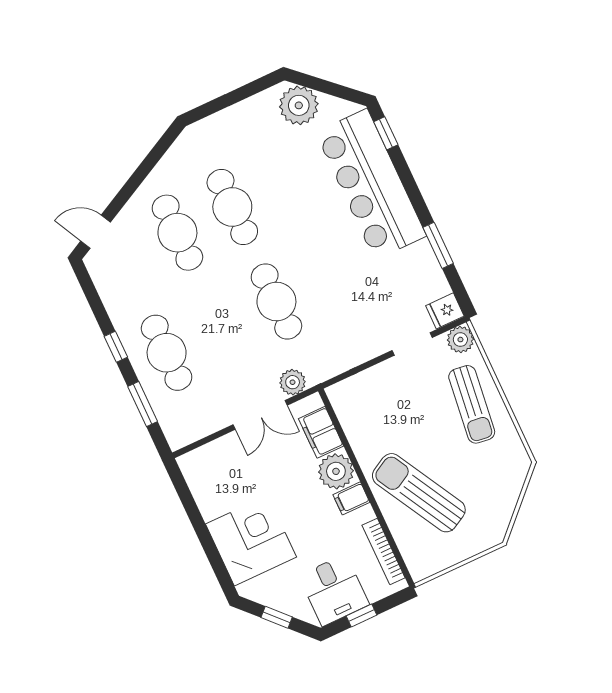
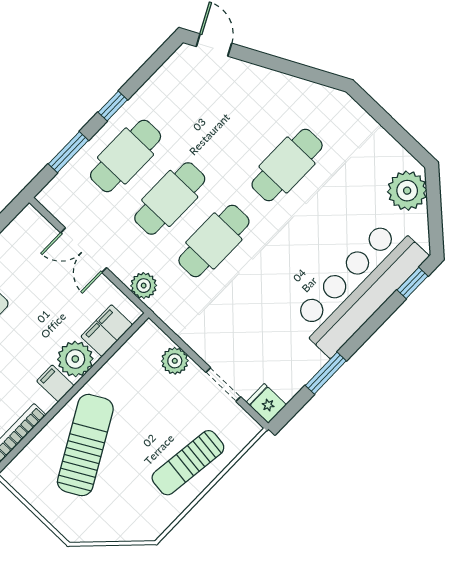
cafe table: (177, 233) -> (170, 198), moved
plant: (460, 340) -> (175, 361), moved
double door: (260, 415) -> (84, 250), moved

